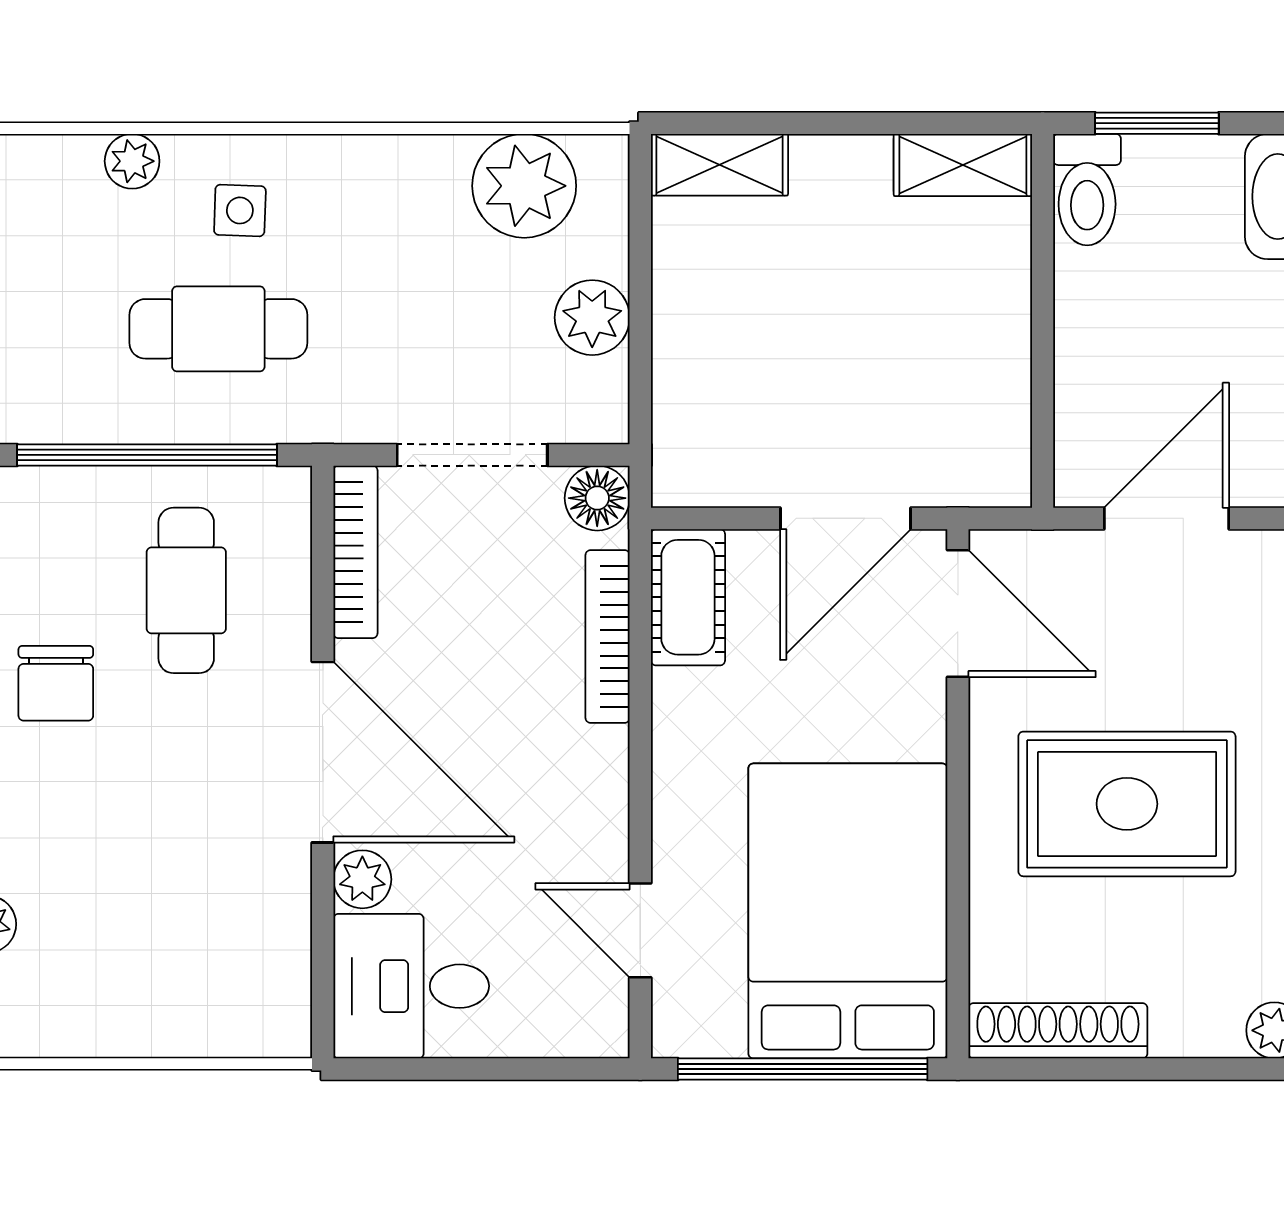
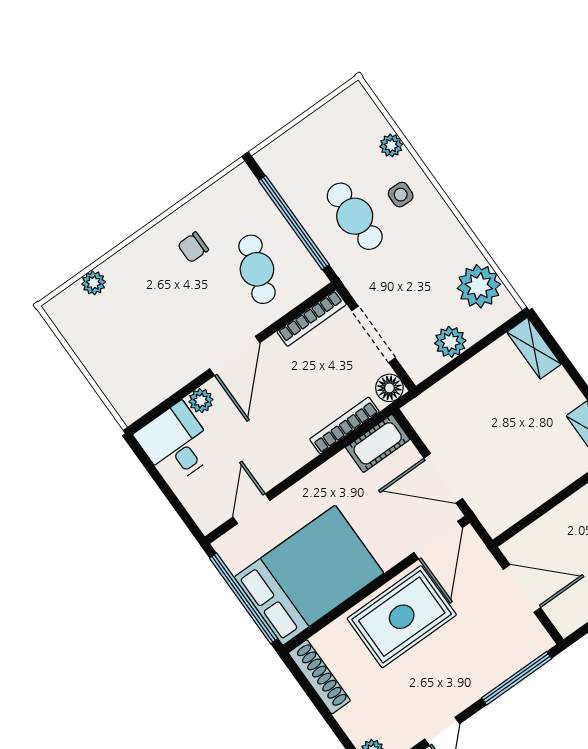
cafe table: (186, 590) -> (257, 269), turned -70
chair: (56, 683) -> (193, 247), width x0.73, depth x0.73
door: (323, 752) -> (235, 356), width x0.73
rug: (1127, 804) -> (402, 617), moved, turned 90

